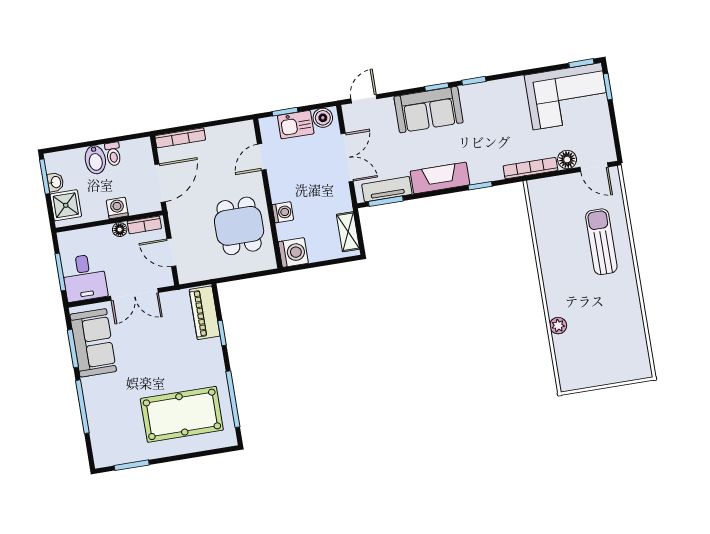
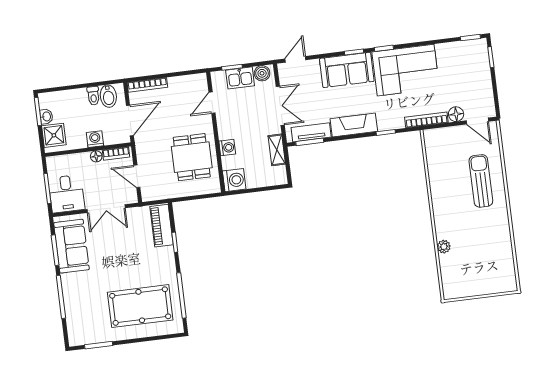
corner sofa: (567, 96) -> (406, 70), moved
bidet: (95, 160) -> (108, 96), moved
shelving: (348, 232) -> (277, 150), moved

